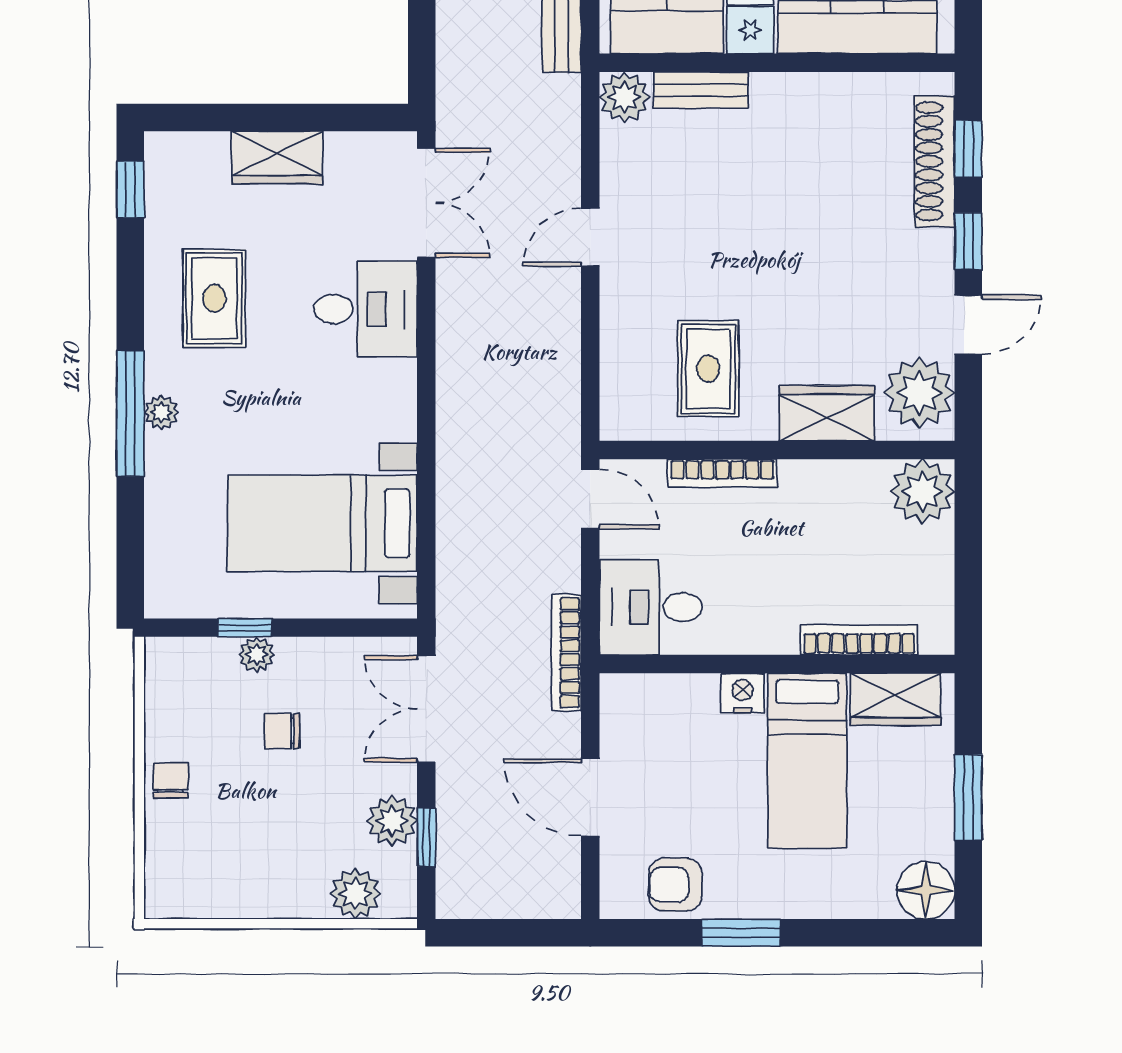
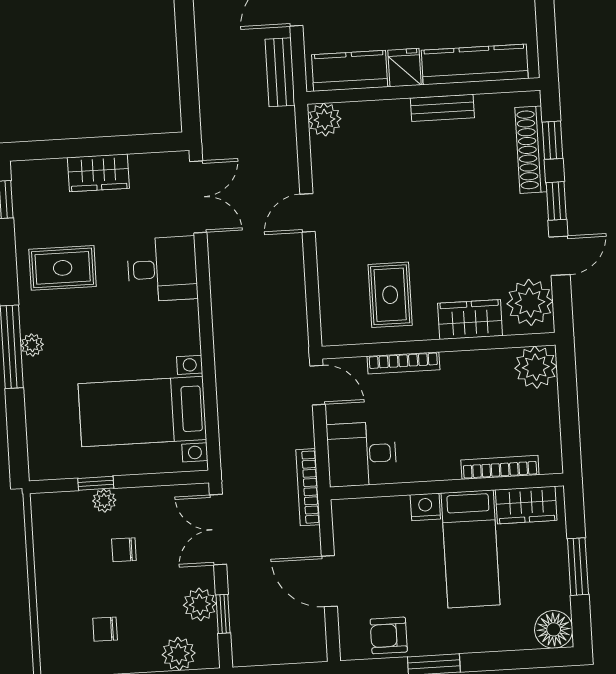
bench: (701, 90) -> (442, 108), moved
rug: (214, 298) -> (63, 268), turned 90
chair: (171, 781) -> (105, 629), moved, turned -90

